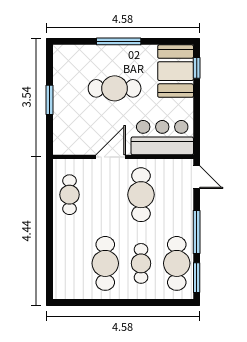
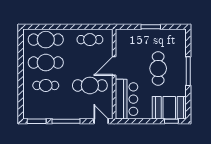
door: (111, 157) -> (114, 66), swing flipped
door: (197, 177) -> (101, 121), swing flipped
cafe table: (177, 263) -> (46, 40), moved

